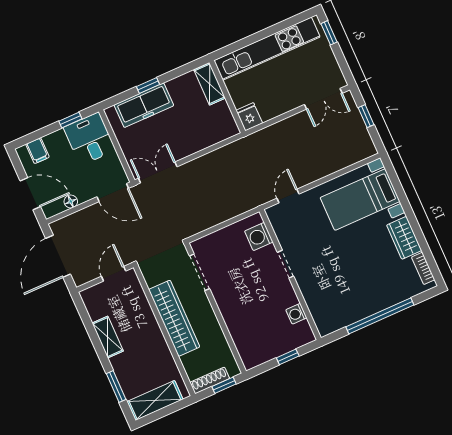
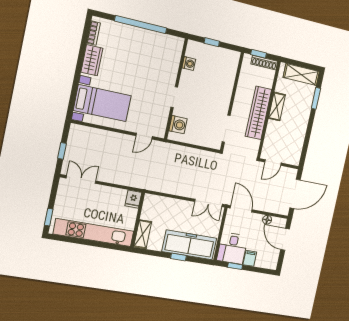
freezer: (144, 105) -> (189, 245), width x1.36, depth x1.26
filing cabinet: (37, 151) -> (250, 258), moved
shelving: (108, 337) -> (277, 106), moved

